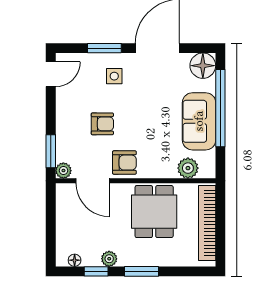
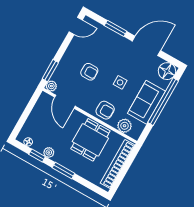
side table: (114, 76) -> (120, 82), moved
armchair: (124, 163) -> (105, 110), moved

